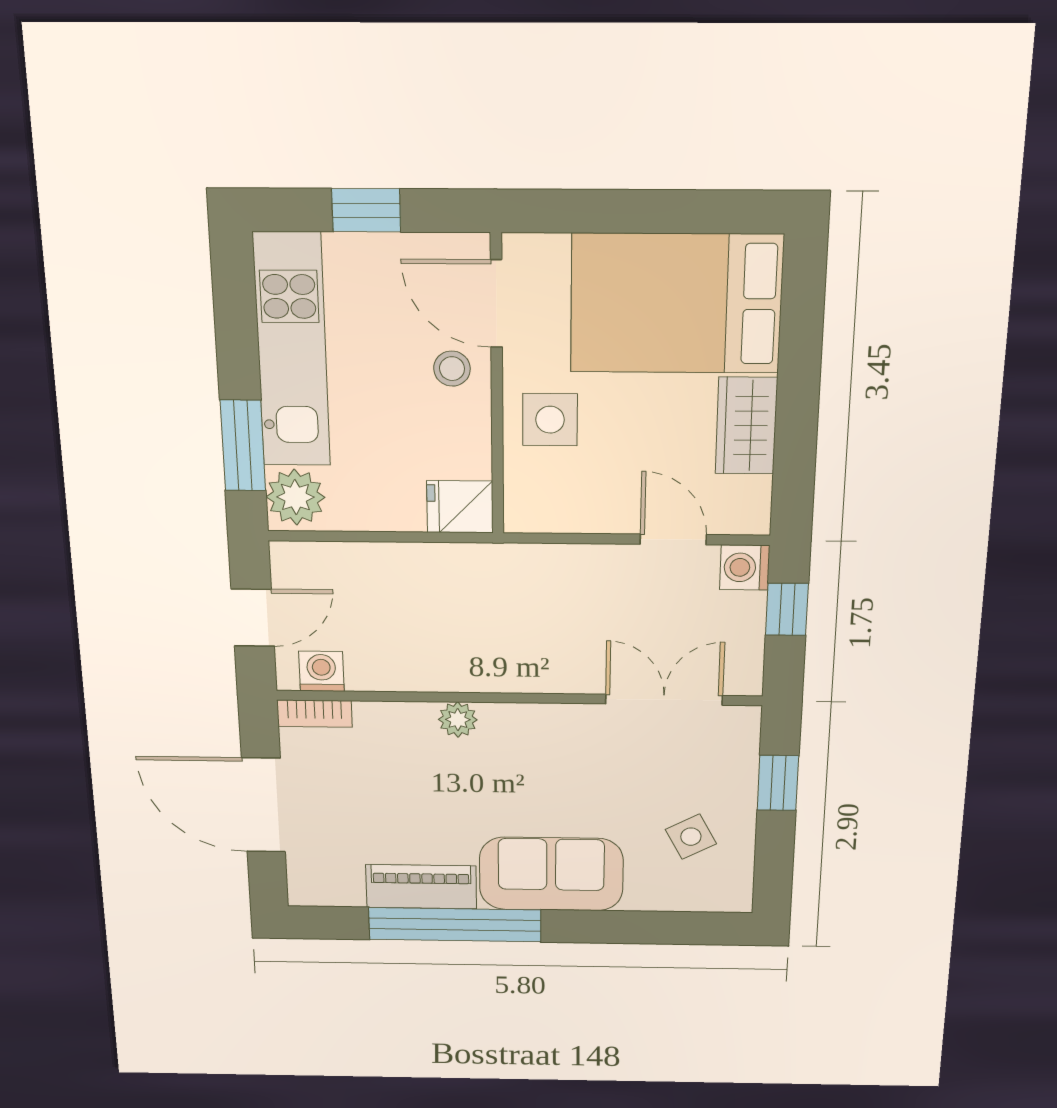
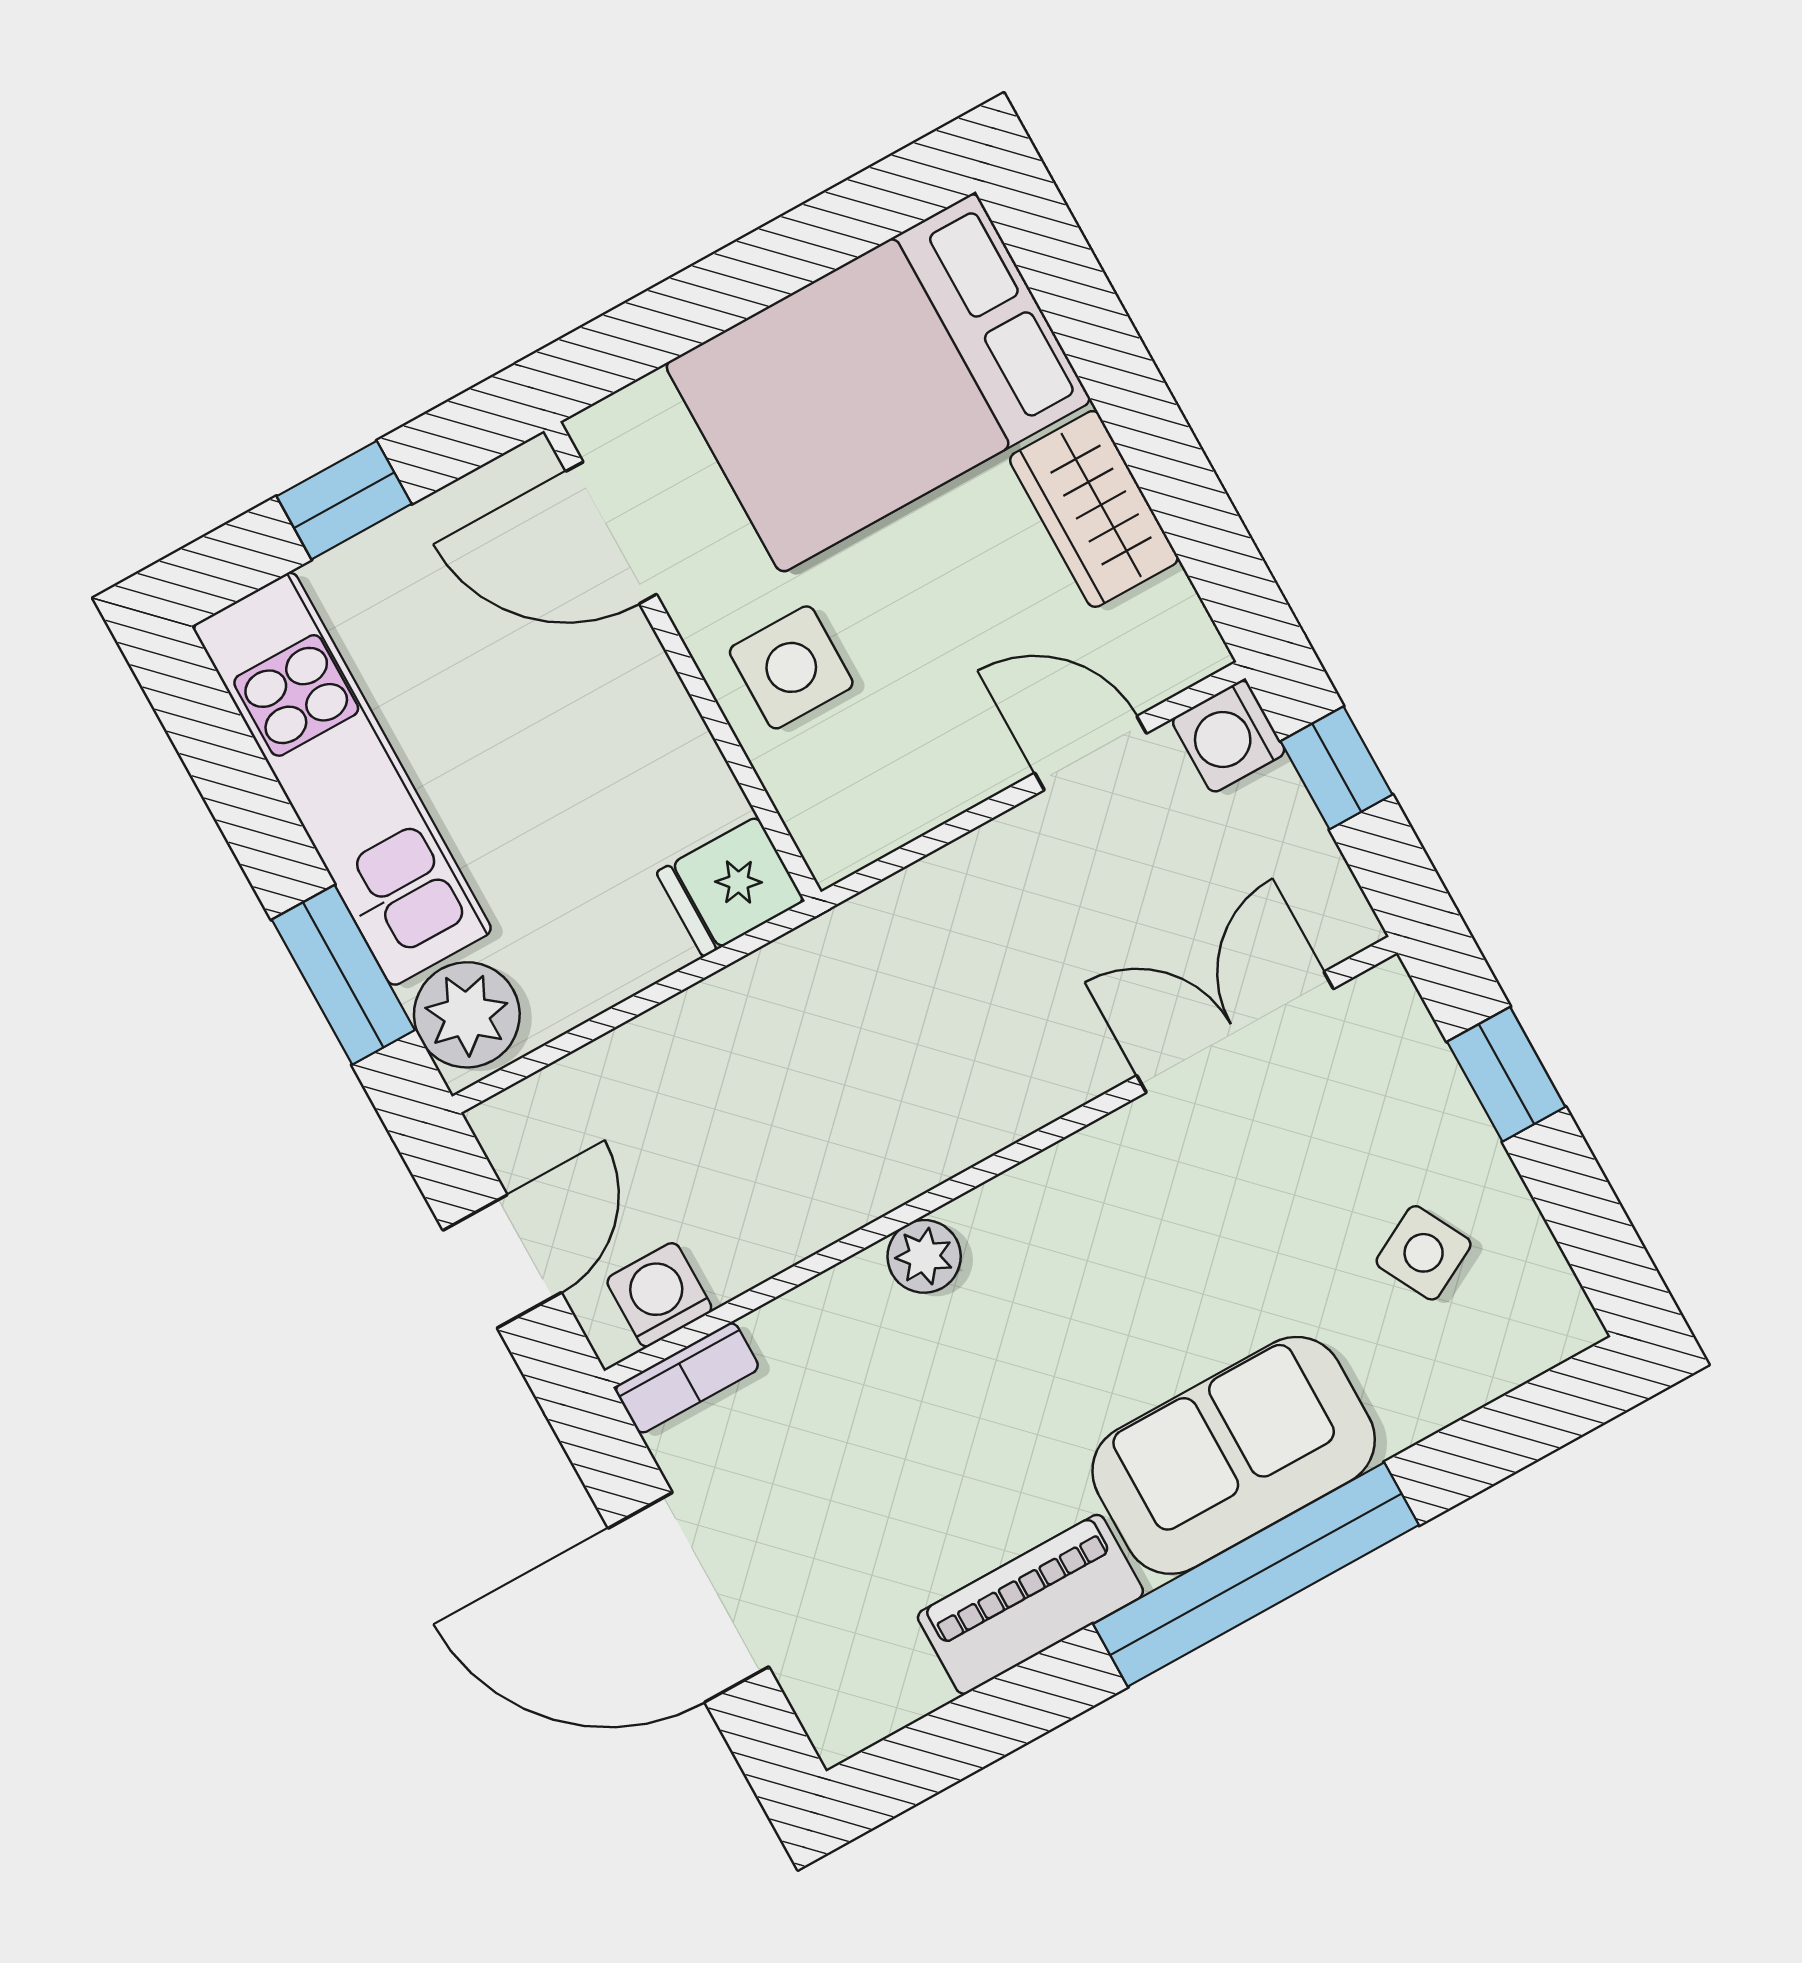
stool: (452, 369) -> (599, 671), removed
window: (455, 925) -> (1256, 1575), moved

